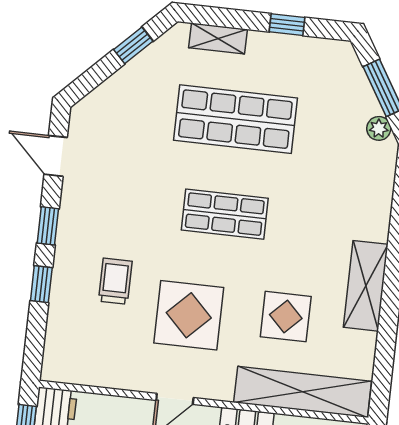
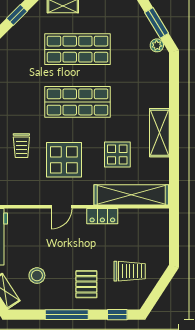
shop shelf: (225, 214) -> (78, 102), width x1.43, depth x1.36
trolley: (115, 281) -> (21, 146), turned 180

